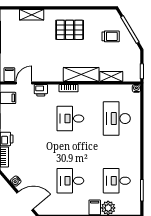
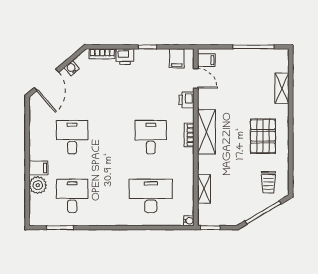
trolley: (111, 36) -> (268, 182), moved
shelving: (81, 74) -> (206, 132), moved

